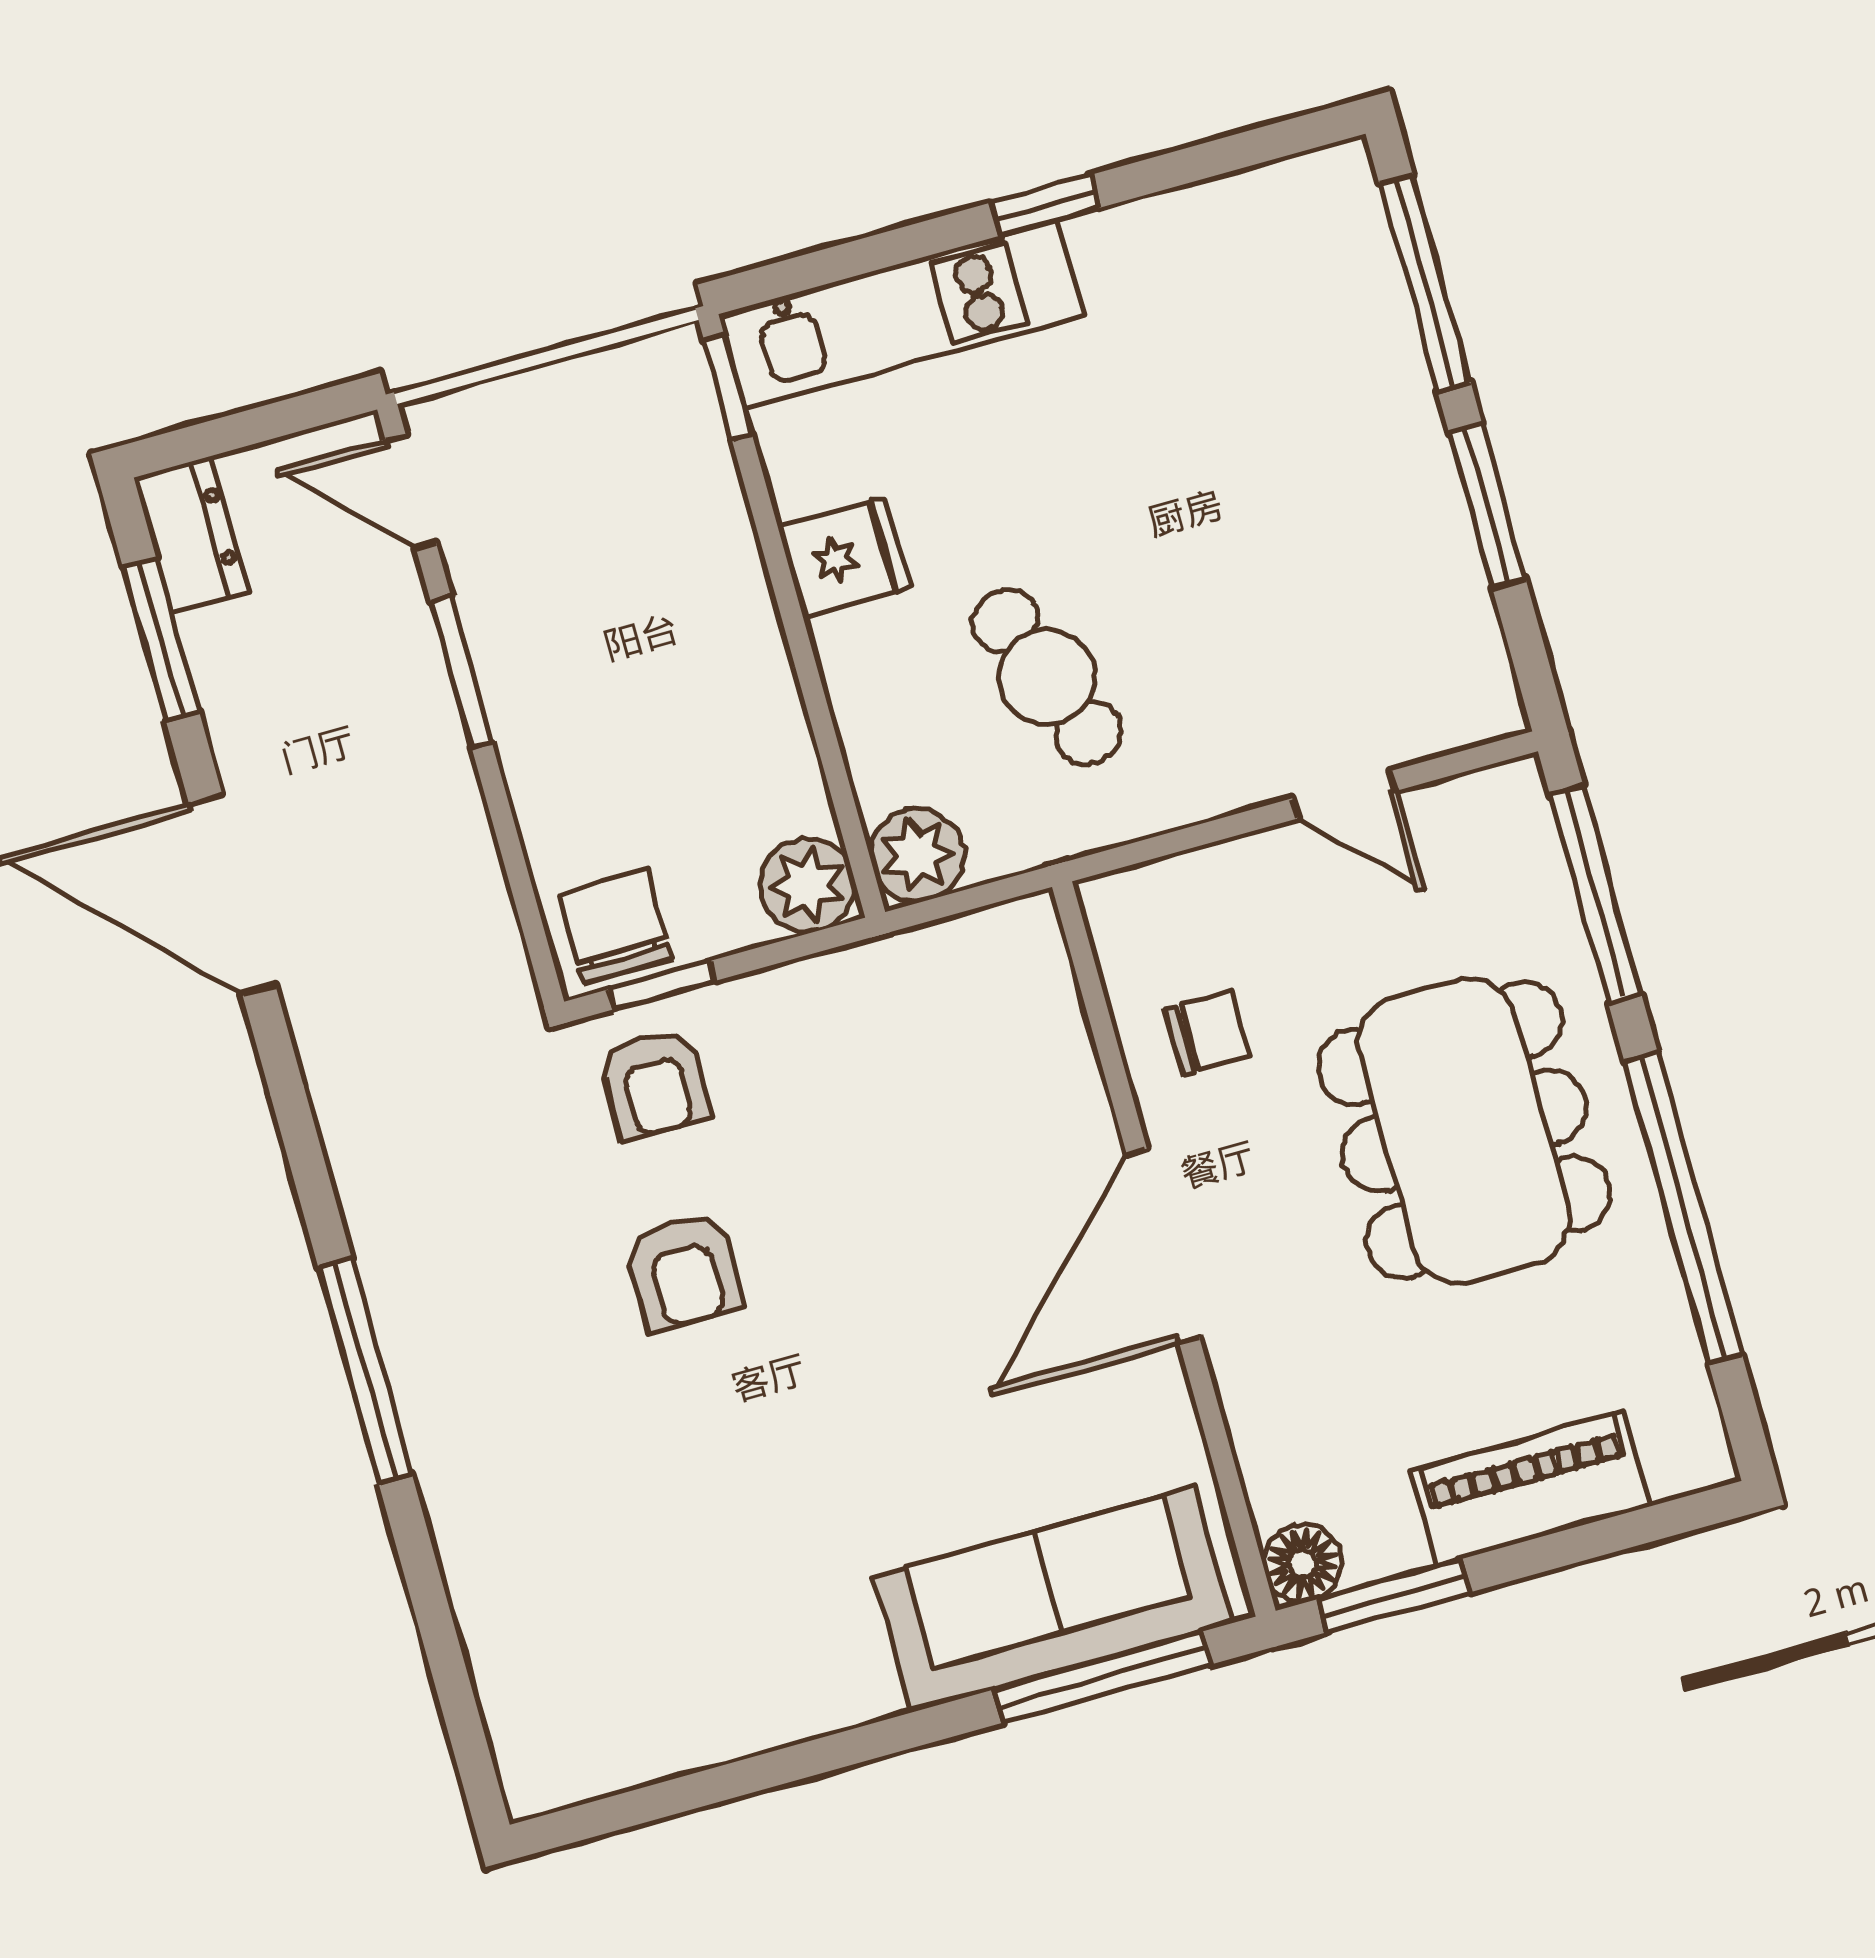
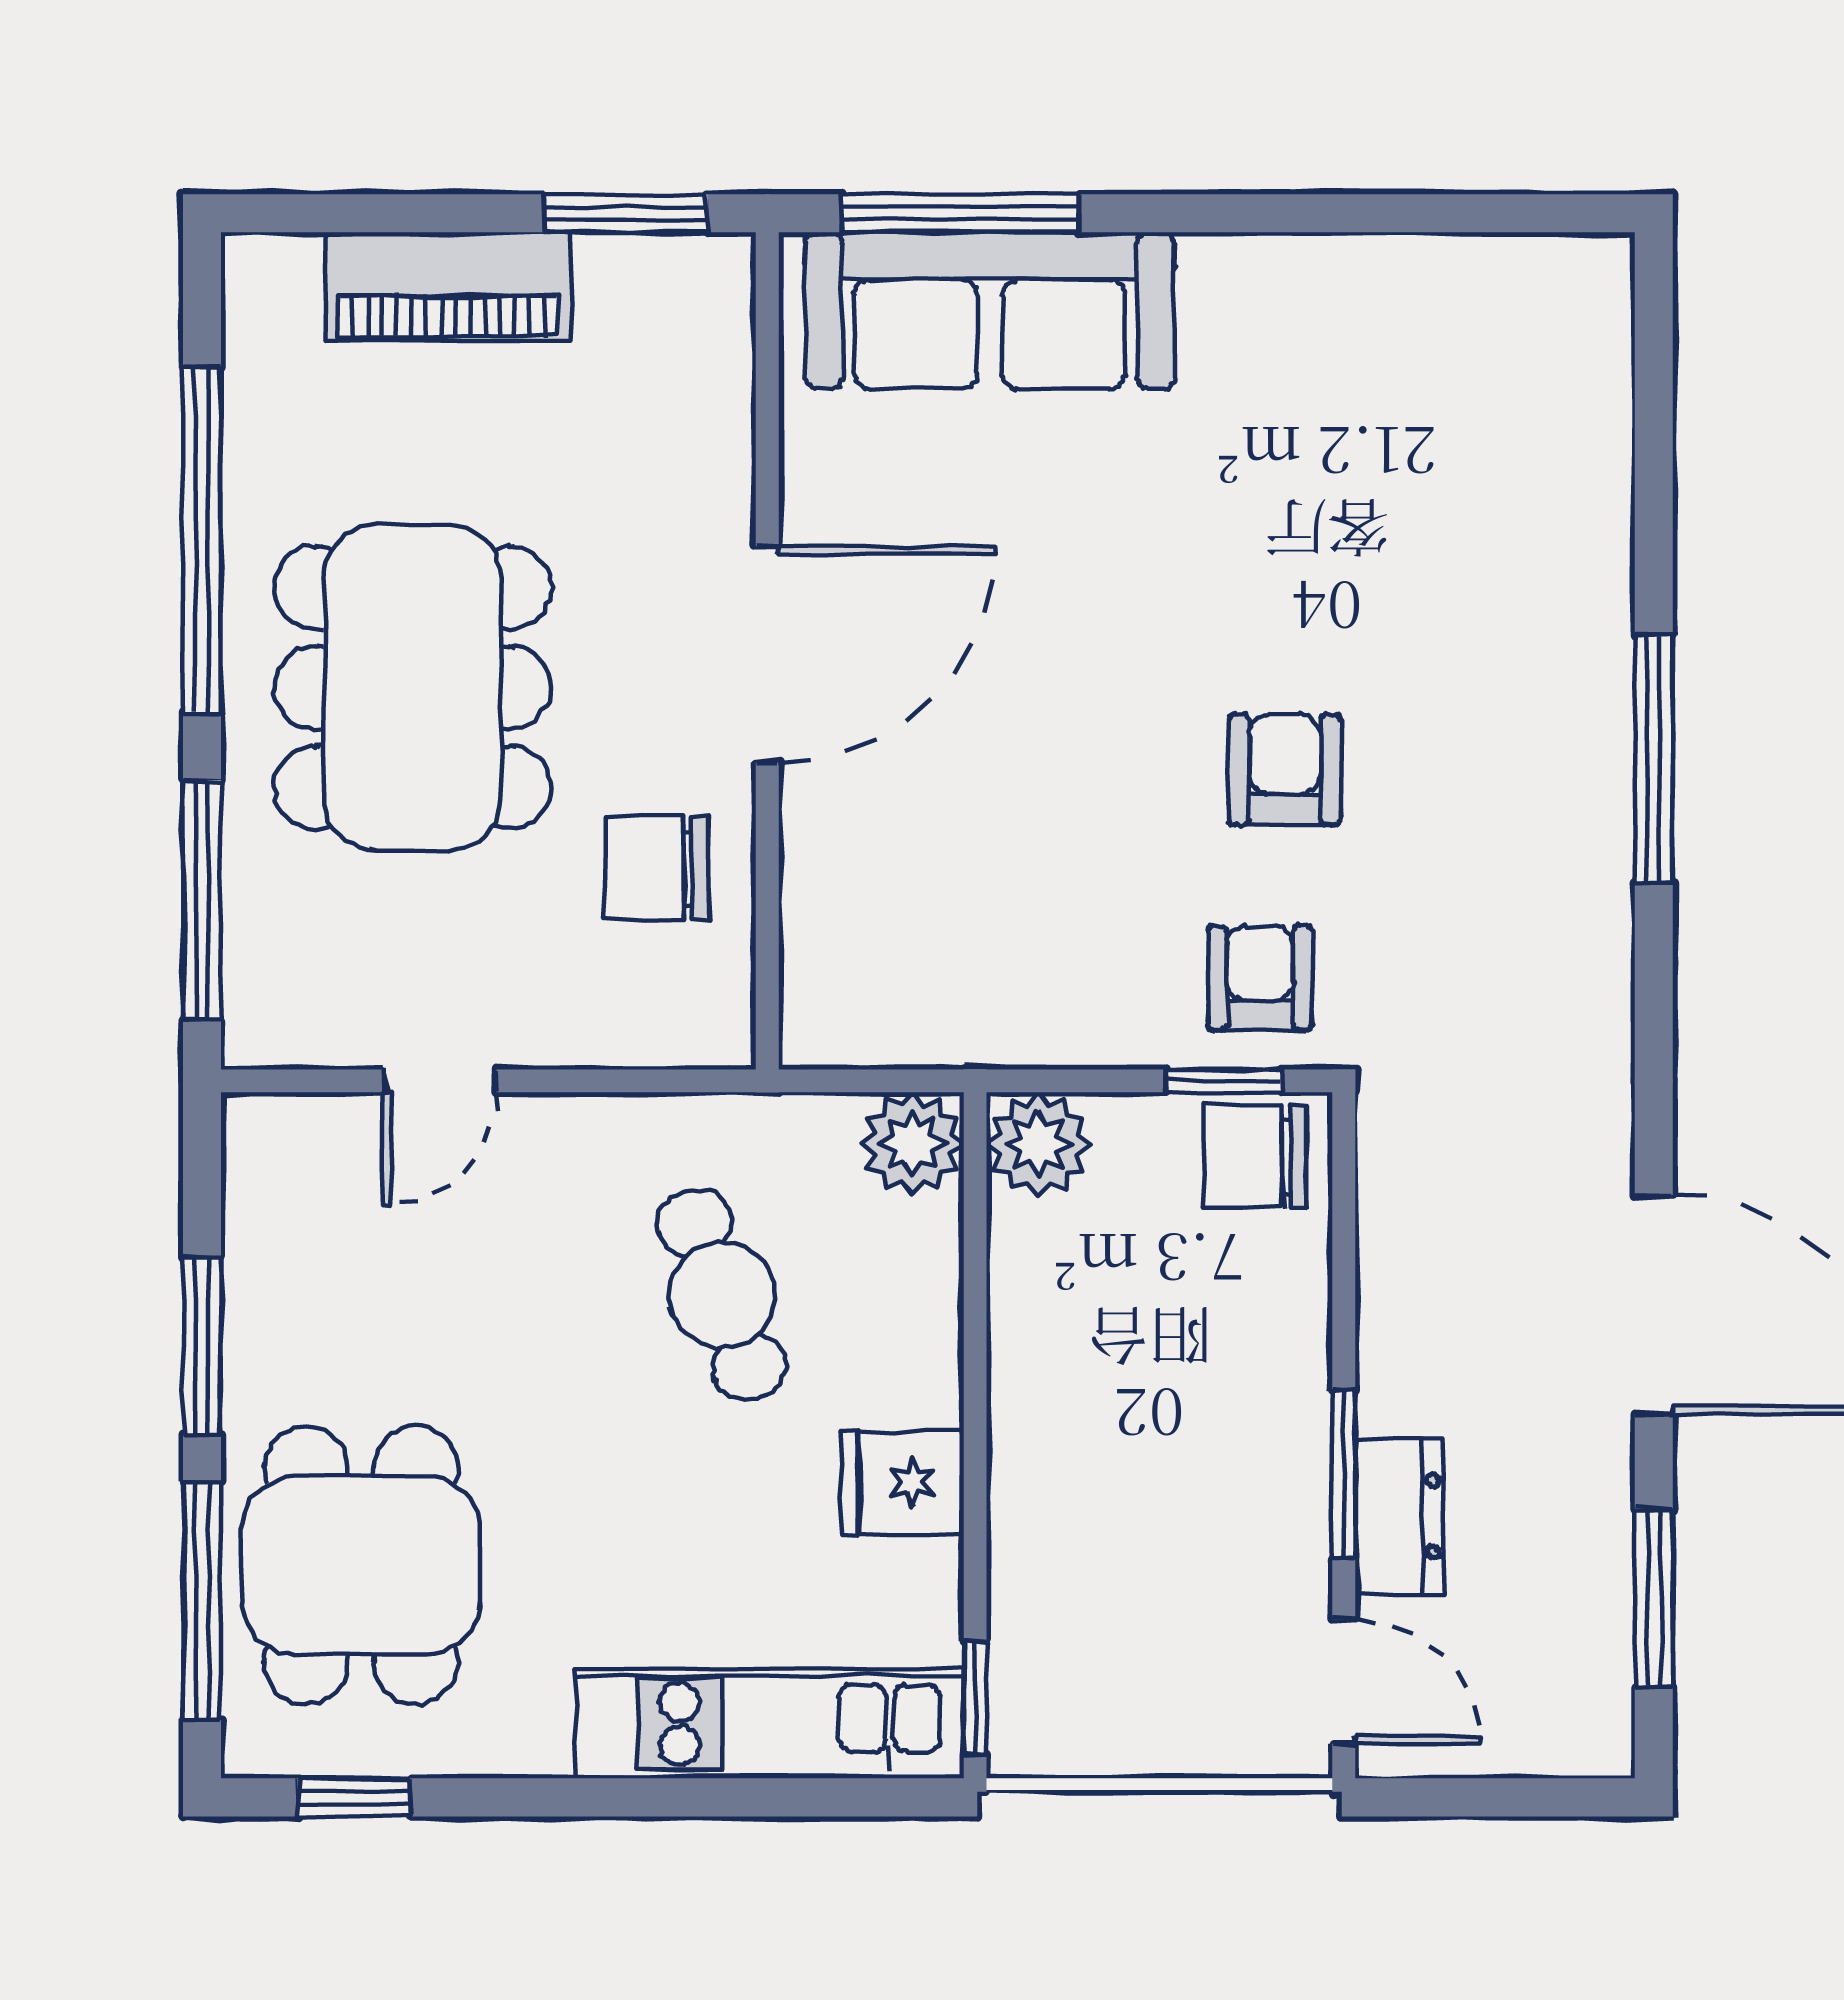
window: (1045, 205) -> (354, 1797), moved
dining table: (1295, 354) -> (361, 1565), added
dresser: (191, 535) -> (1399, 1516), moved, turned 180
door: (1345, 795) -> (440, 1081), swing flipped
chair: (616, 927) -> (1255, 1157), turned 90
chair: (1207, 1033) -> (657, 868), width x1.37, depth x1.37
floor lamp: (1303, 1563) -> (713, 275), removed

